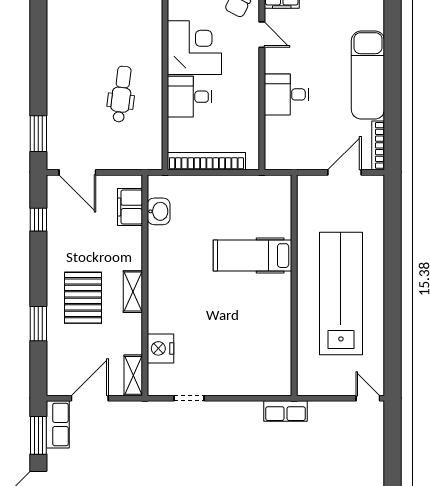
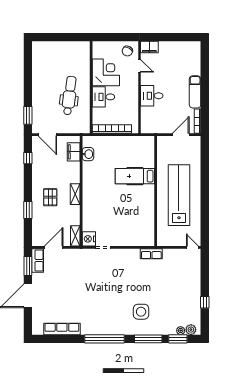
exam couch: (368, 75) -> (195, 92), width x0.73, depth x0.69
dental chair: (121, 94) -> (69, 96), width x1.36, depth x1.38
pallet: (83, 298) -> (50, 197), width x0.67, depth x0.71
nightstand: (160, 348) -> (89, 239), moved

